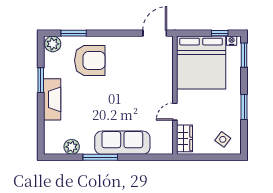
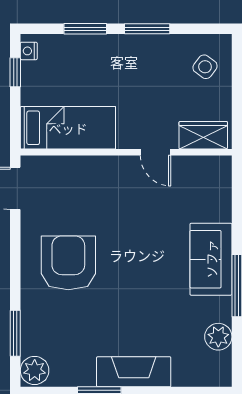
window: (244, 55) -> (85, 29), moved
armchair: (90, 60) -> (68, 263), moved
bed: (201, 63) -> (68, 128), width x0.49
sofa: (122, 143) -> (211, 259), width x0.73

